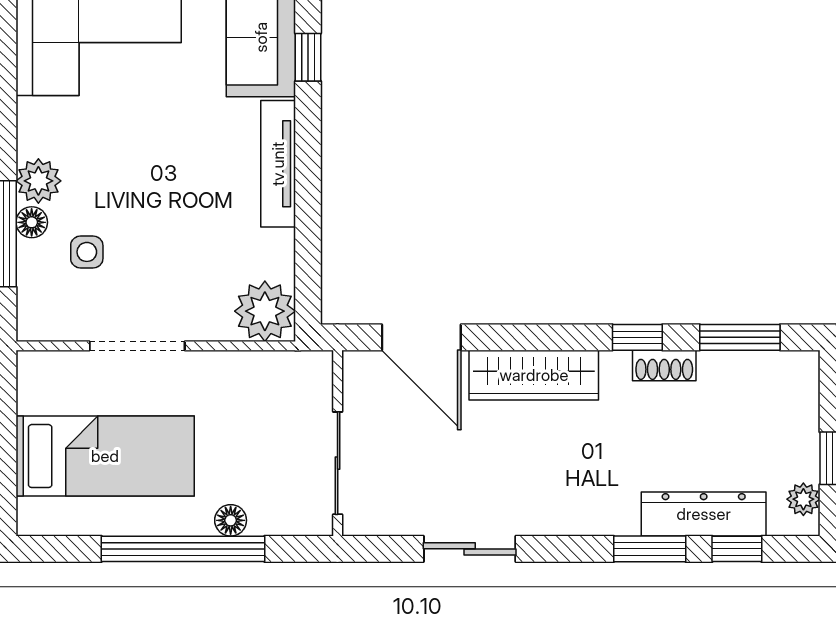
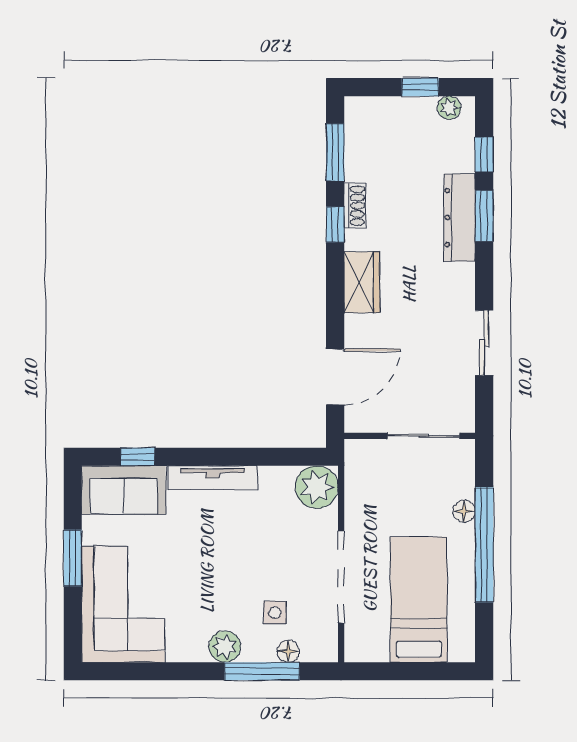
floor lamp: (32, 222) -> (288, 651), moved
doorway: (137, 346) -> (341, 577), width x1.36
wardrobe: (534, 375) -> (362, 282), width x0.67
dresser: (704, 514) -> (460, 218), moved

